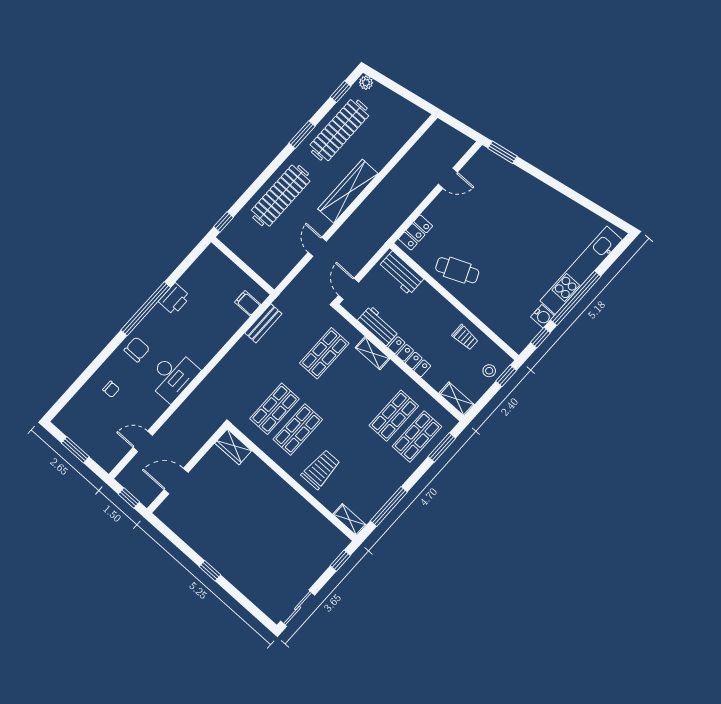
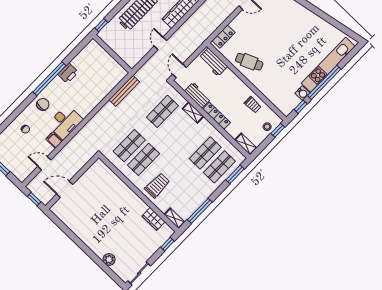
filing cabinet: (248, 303) -> (54, 140), moved
bench: (263, 323) -> (124, 91), width x1.36
wardrobe: (233, 447) -> (153, 219), moved
window: (210, 571) -> (84, 247), removed
plant: (250, 588) -> (109, 259), added

